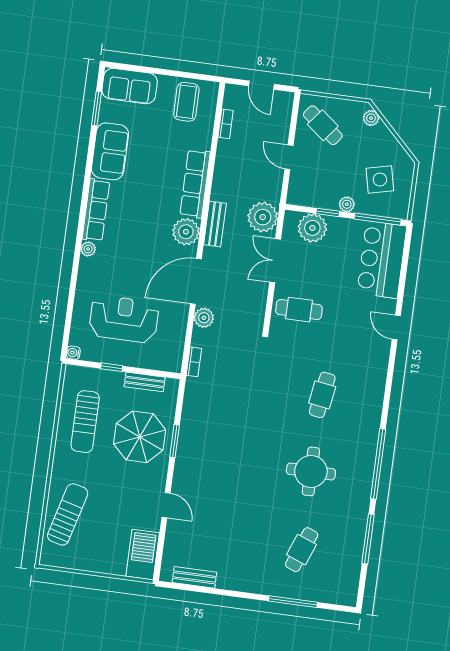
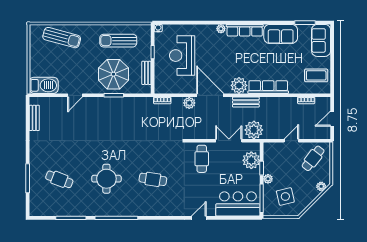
reception desk: (124, 319) -> (182, 56), turned 180

